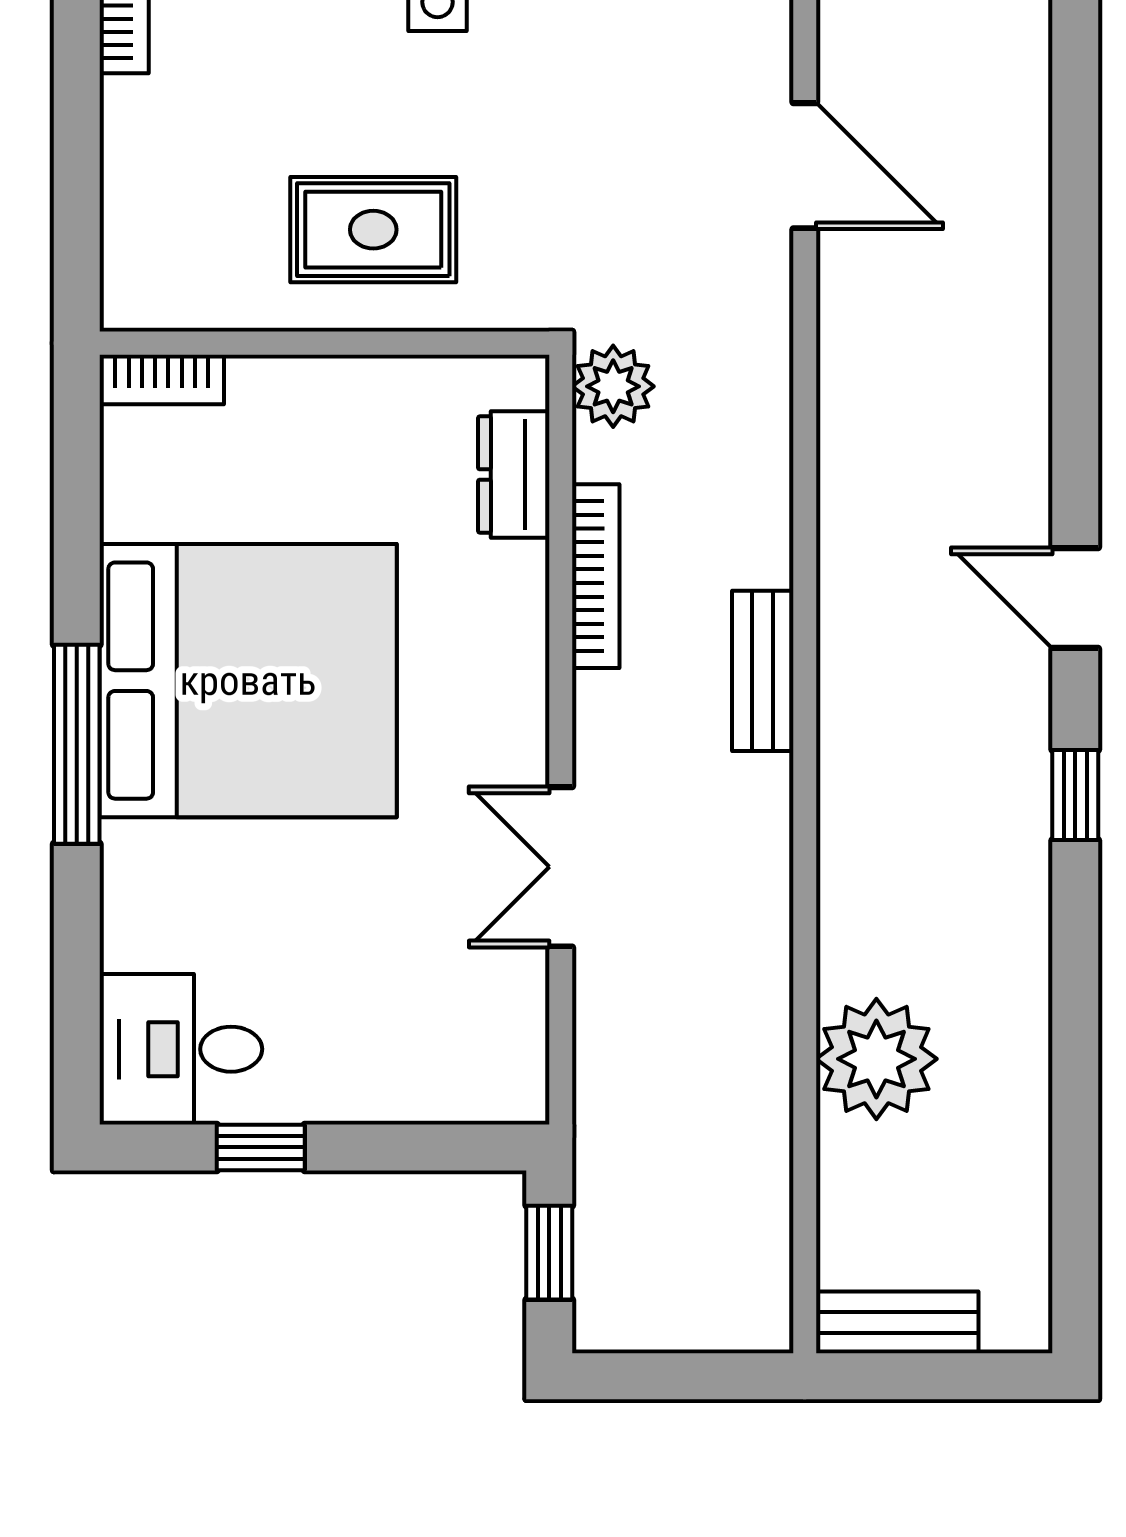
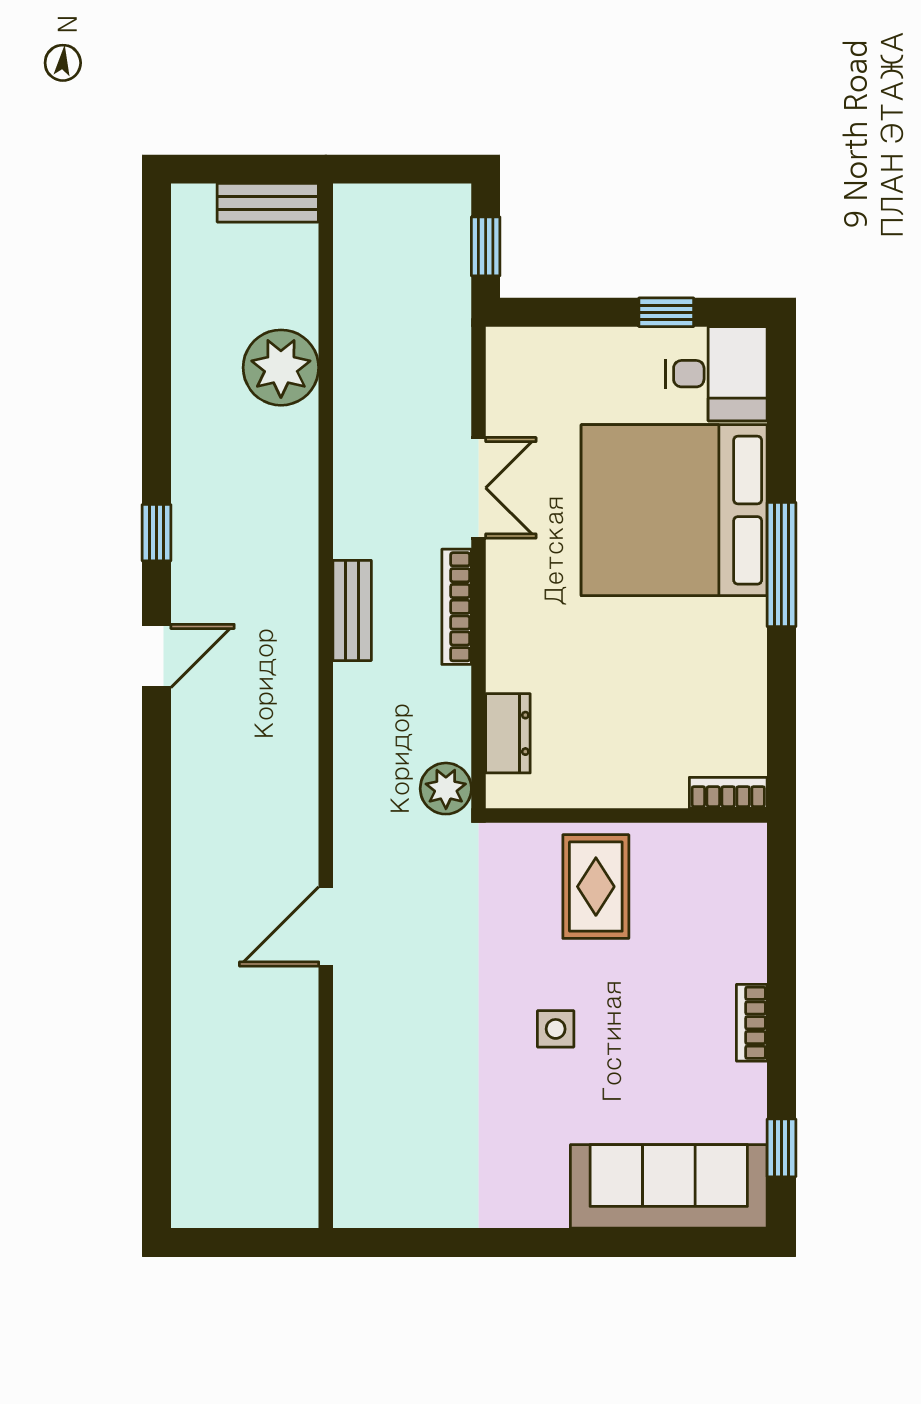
door: (805, 166) -> (326, 927), hinge flipped
rug: (373, 230) -> (596, 887), turned 90
bookcase: (596, 576) -> (457, 607), moved
door: (1075, 598) -> (156, 656), hinge flipped
bed: (248, 681) -> (674, 510), moved

